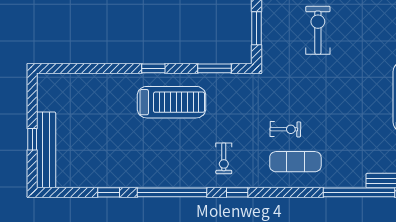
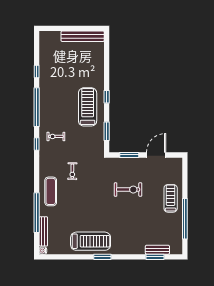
treadmill: (171, 102) -> (88, 107), turned 180
window: (32, 139) -> (67, 28), removed
bench: (46, 150) -> (83, 36), moved
exercise mat: (295, 162) -> (51, 191), moved

